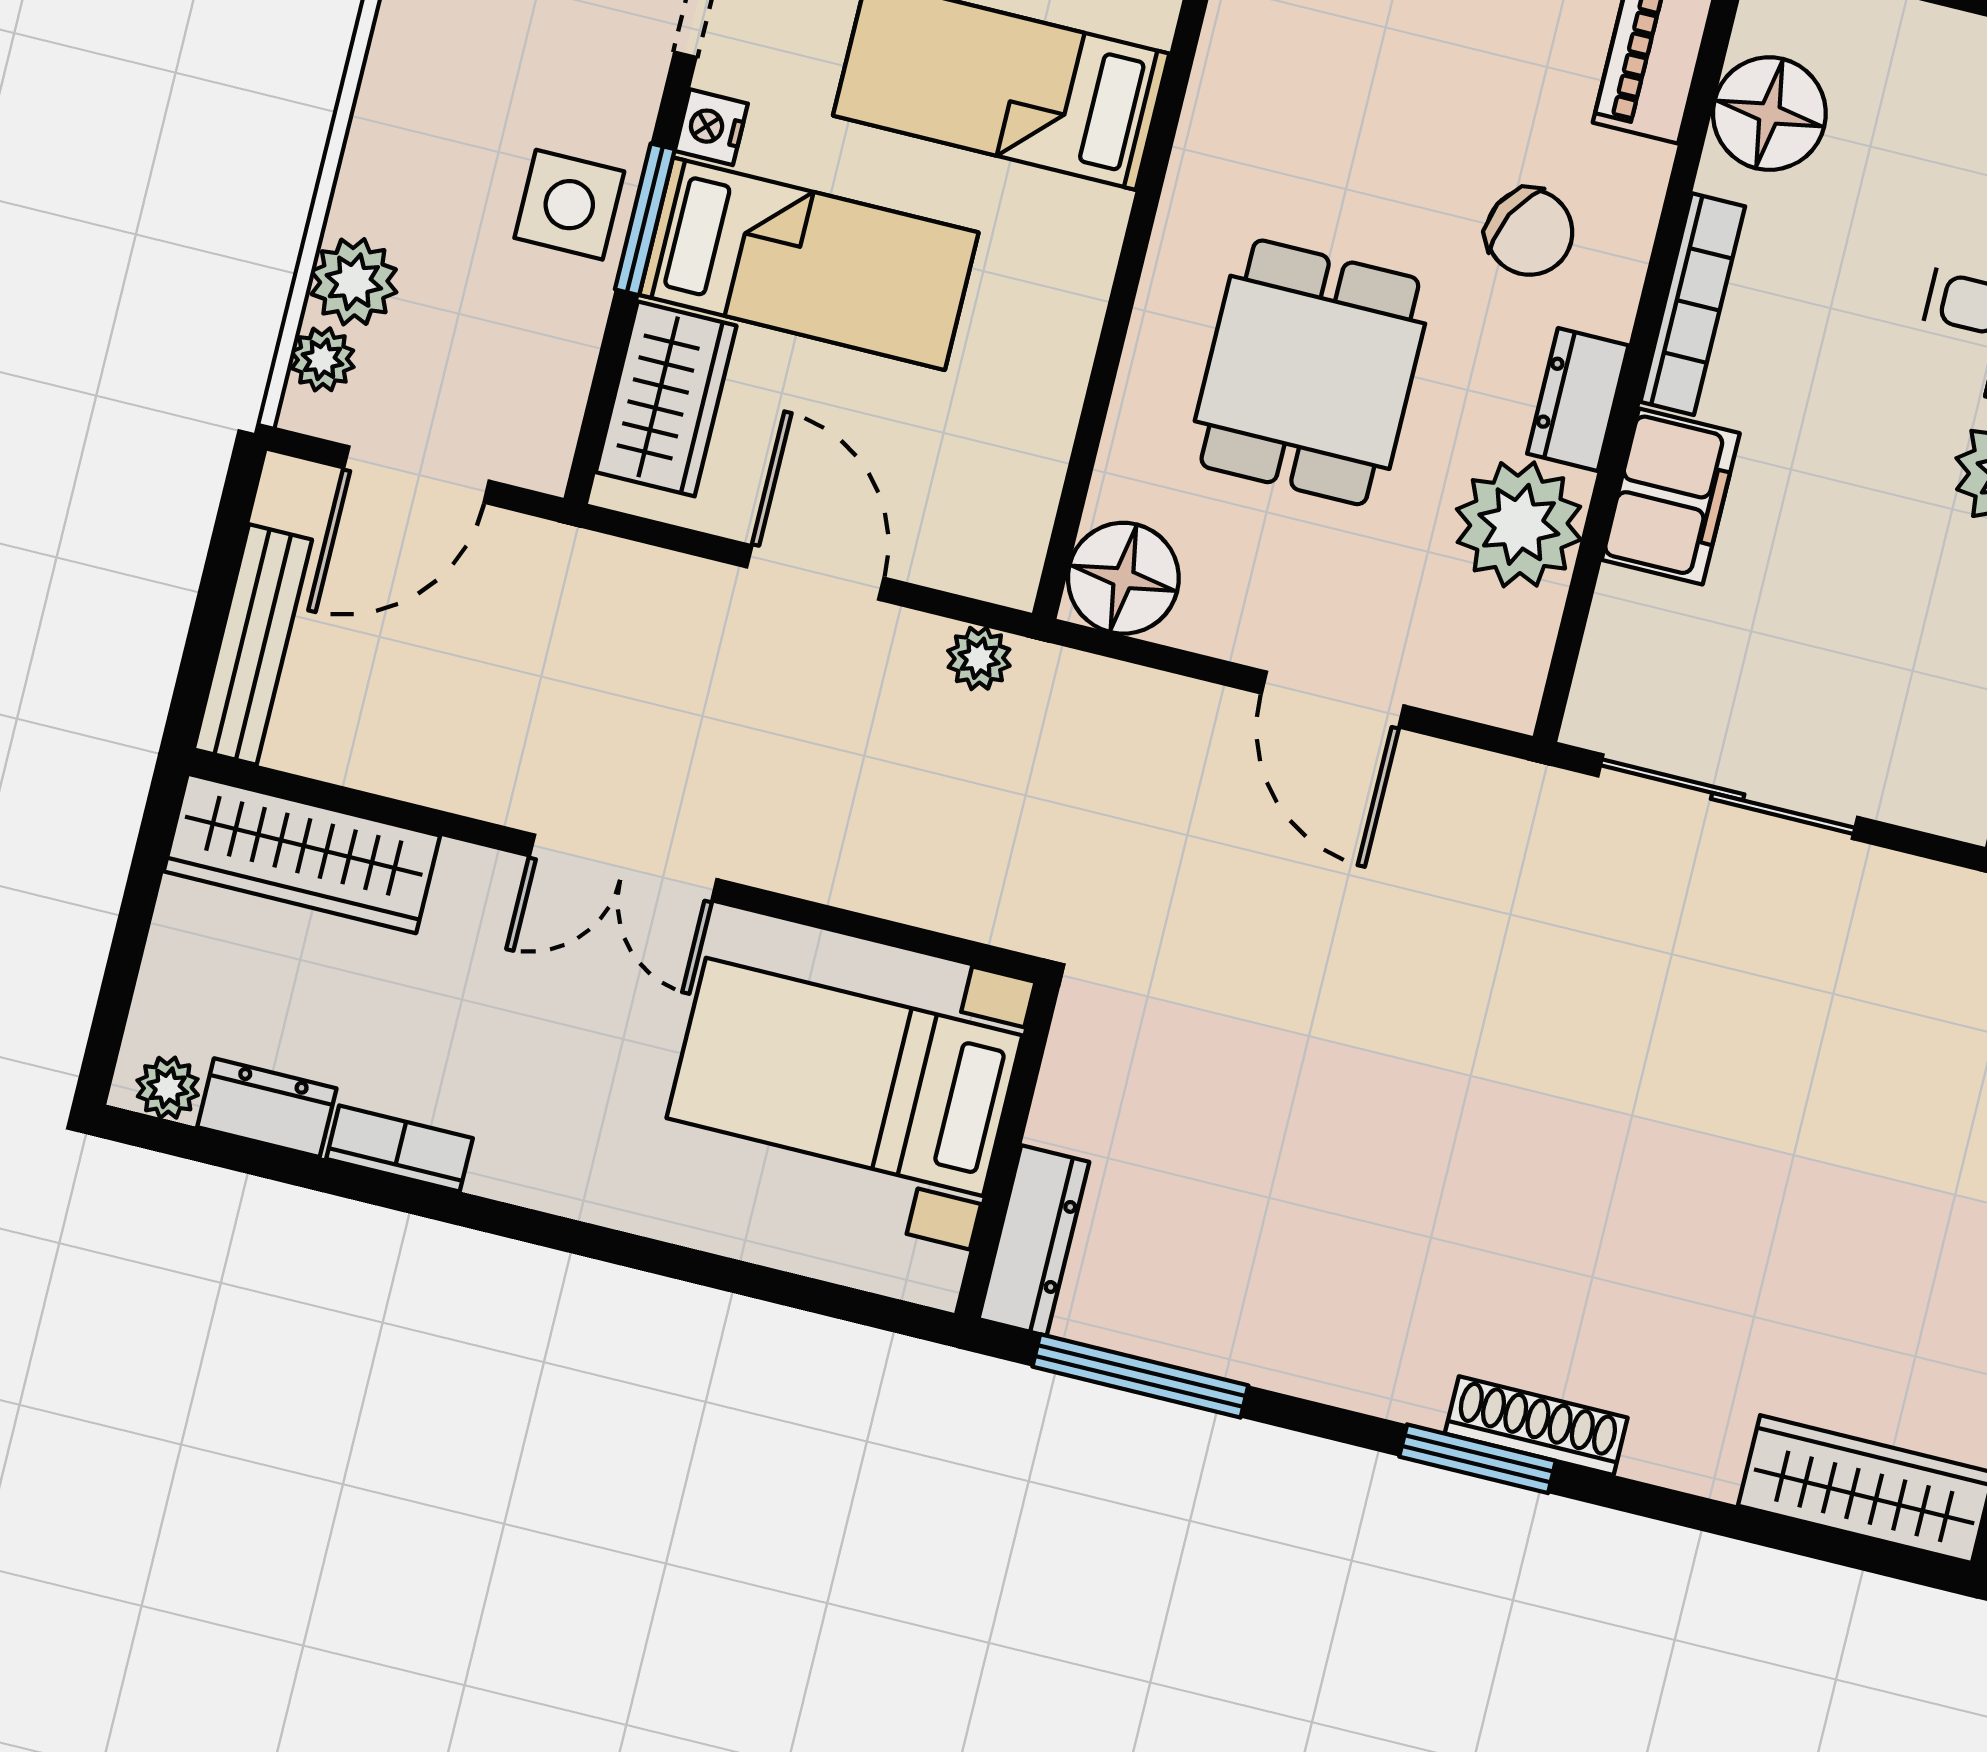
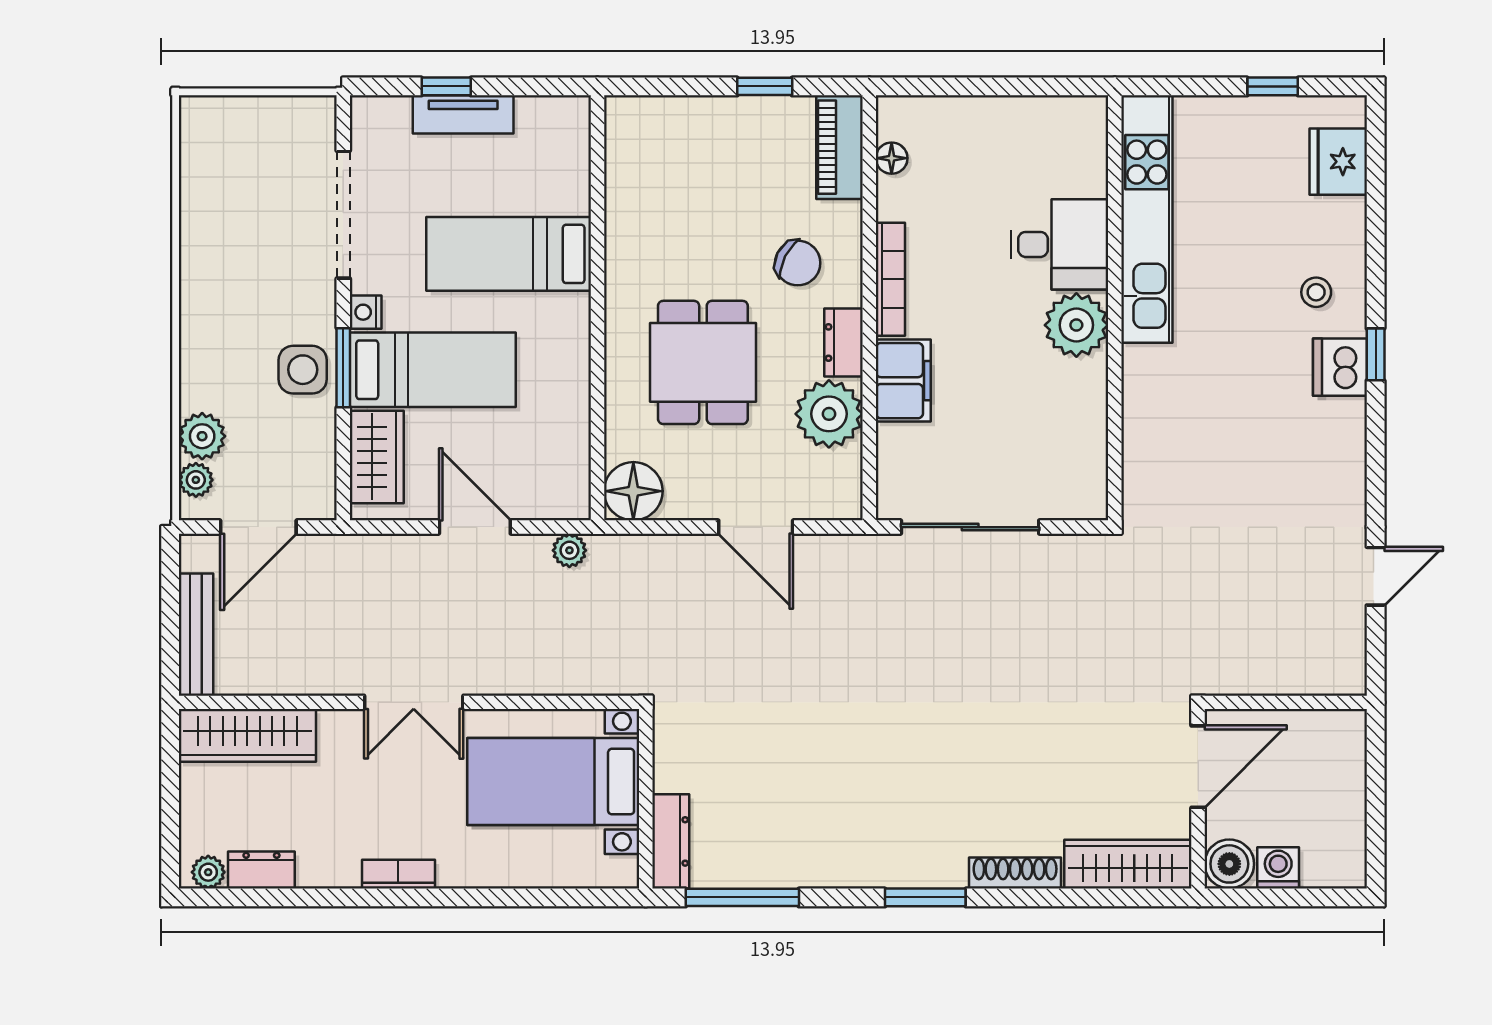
floor lamp: (1769, 114) -> (892, 158), width x0.53, depth x0.53
bookcase: (399, 1149) -> (398, 874), moved
shoe rack: (1536, 1426) -> (1015, 873), moved

